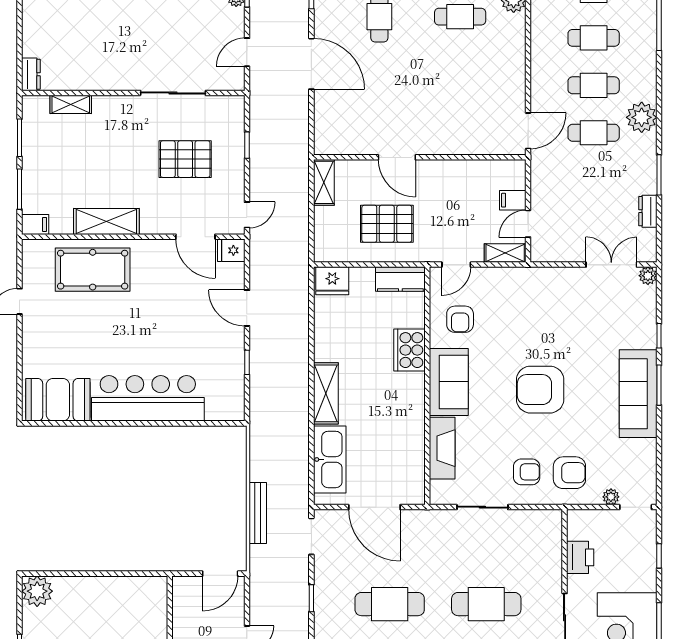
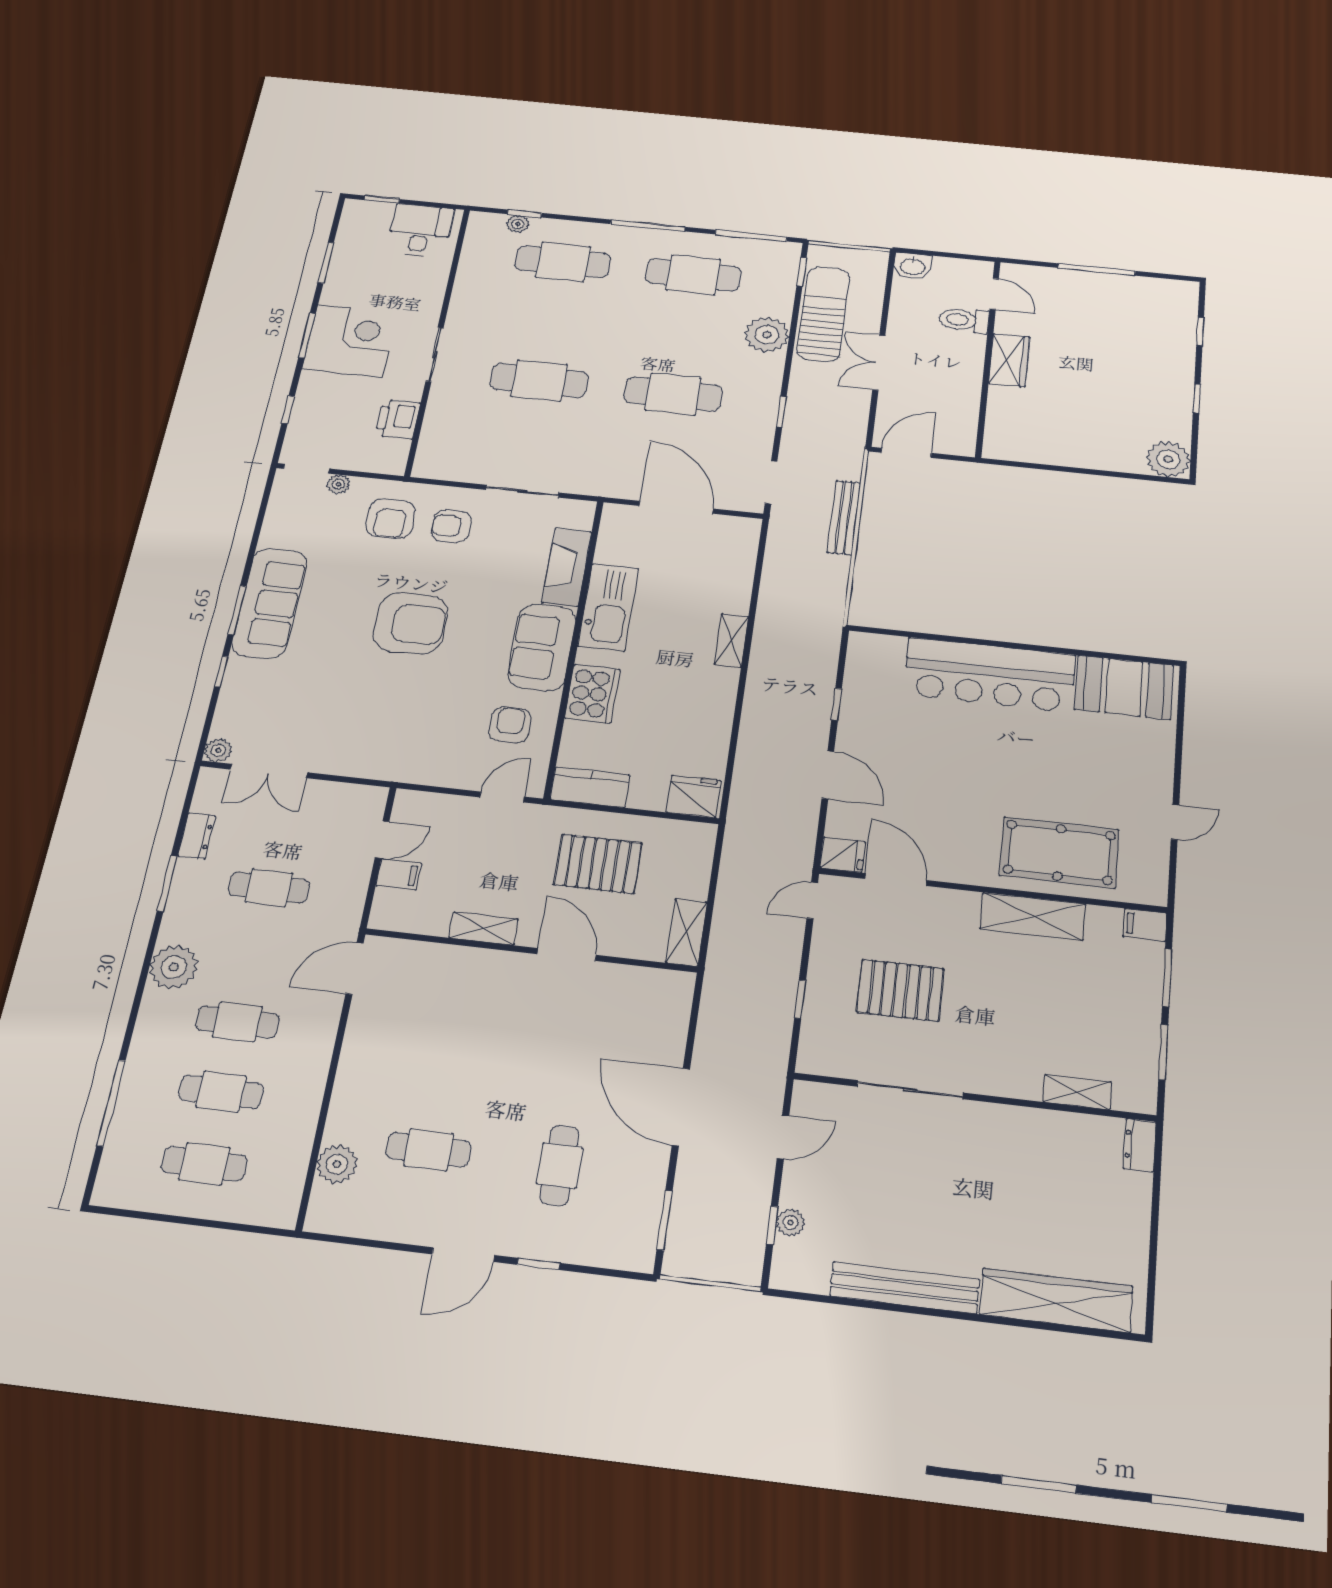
cafe table: (594, 133) -> (269, 888), moved
shelving: (505, 253) -> (484, 928), moved
shelving: (326, 393) -> (731, 640), width x0.67, depth x0.75
kitchen sink: (330, 459) -> (608, 607), moved, turned 180
armchair: (569, 473) -> (390, 519), turned -90

